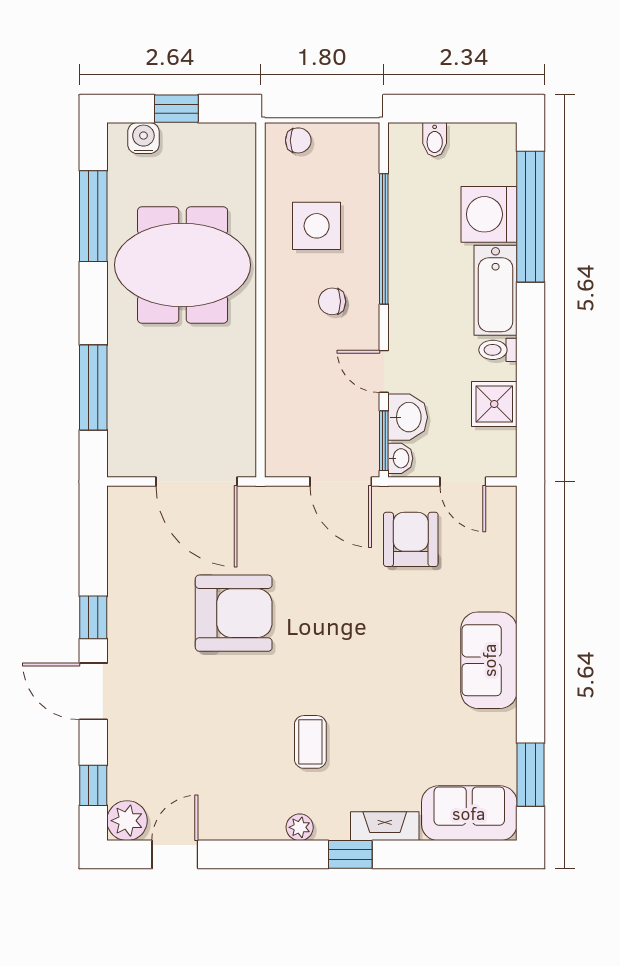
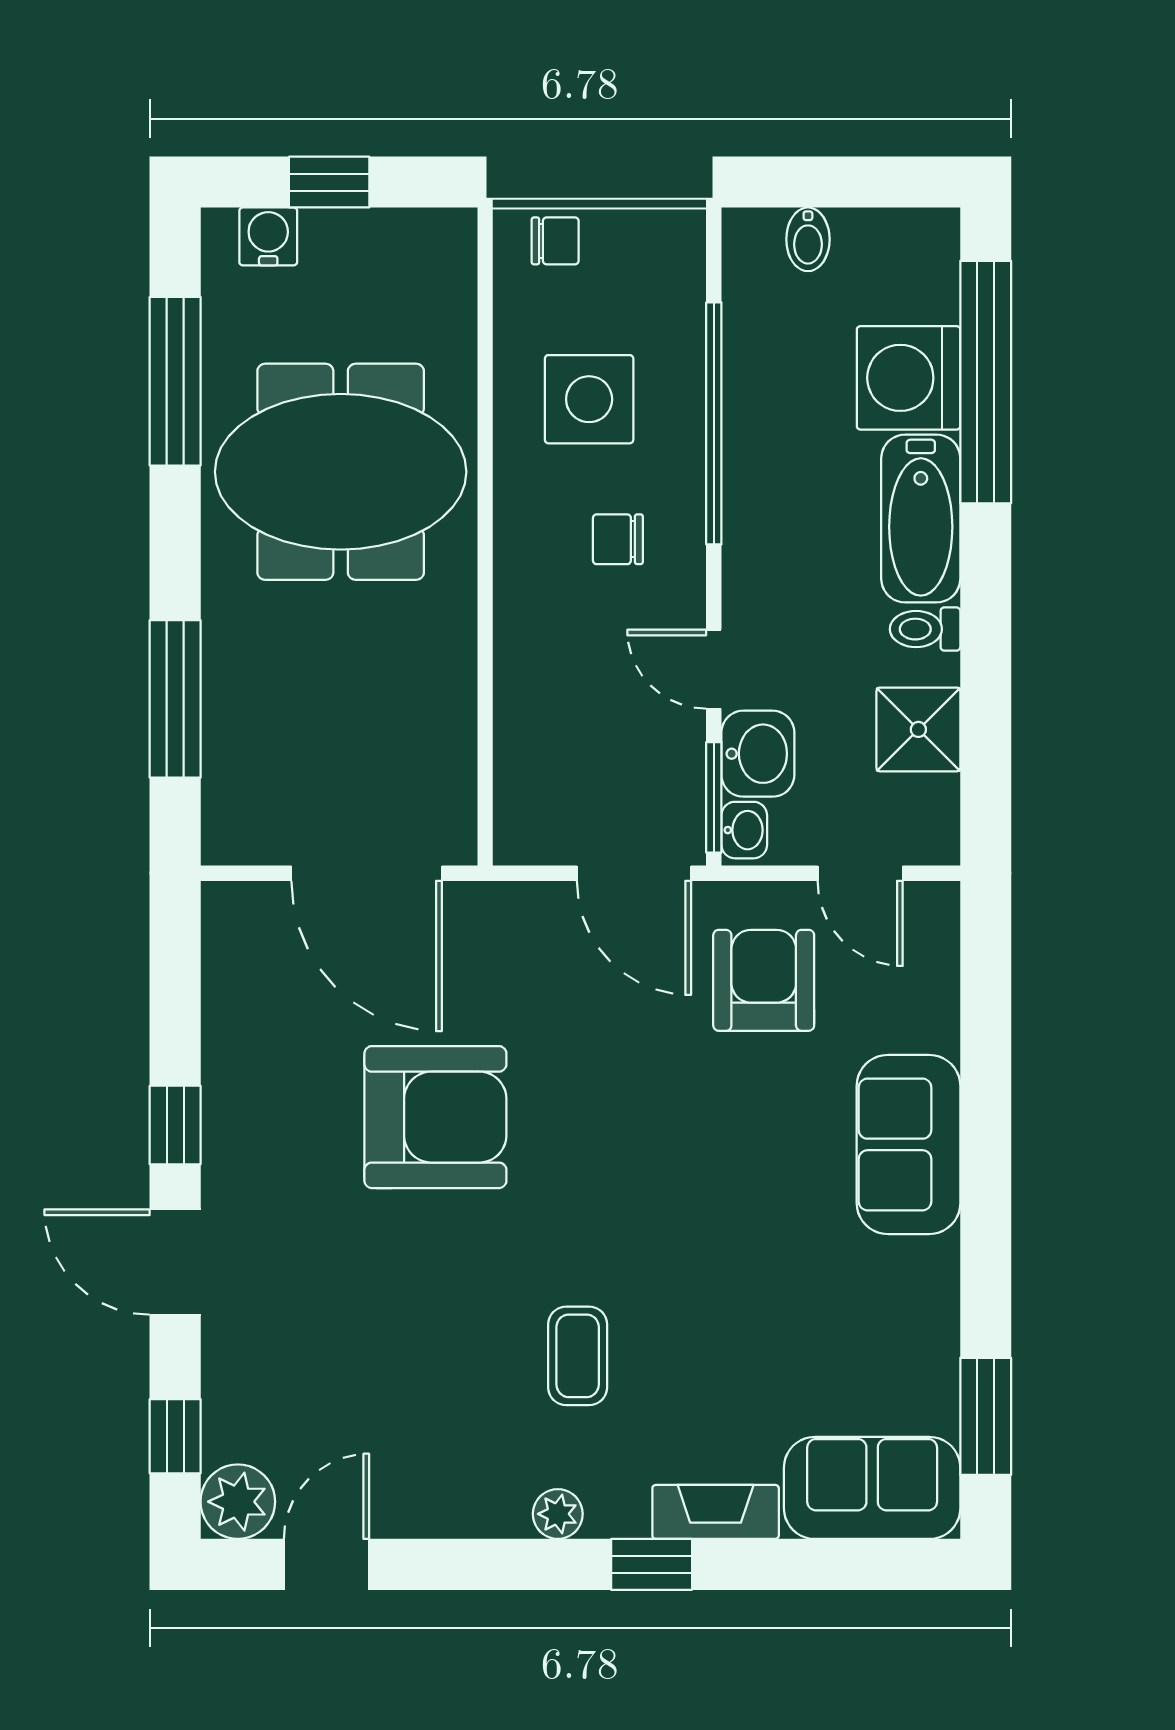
sofa: (489, 660) -> (908, 1144), moved

